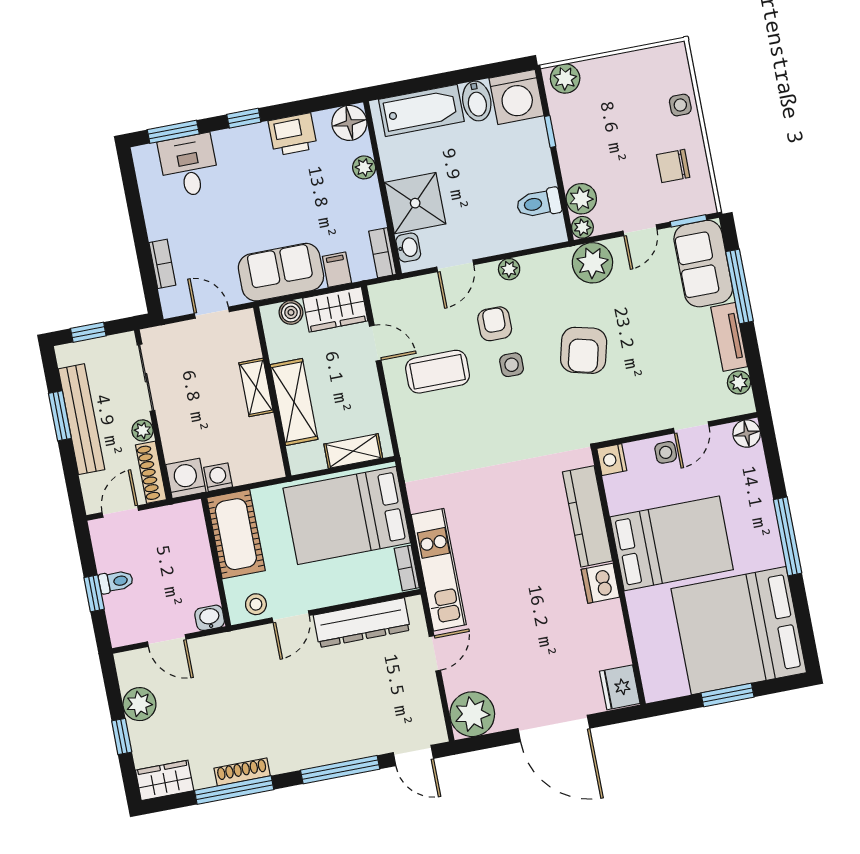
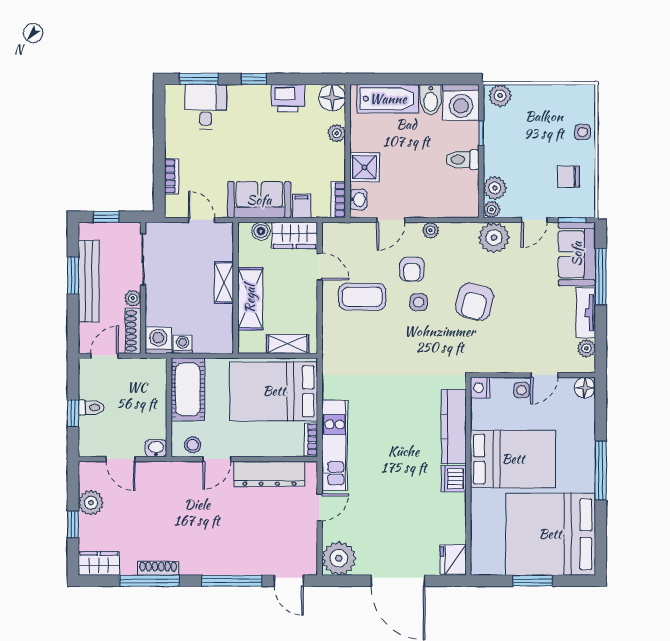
shower: (415, 203) -> (364, 167), width x0.73, depth x0.73
toilet: (539, 203) -> (462, 160), moved
armchair: (495, 324) -> (412, 269), turned 180

